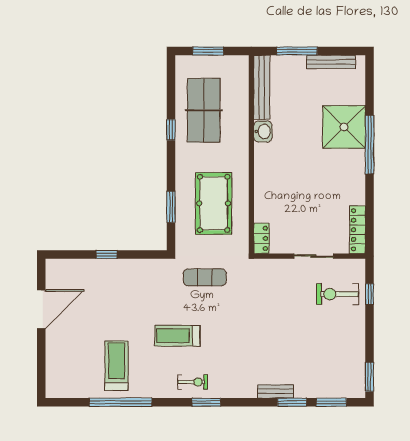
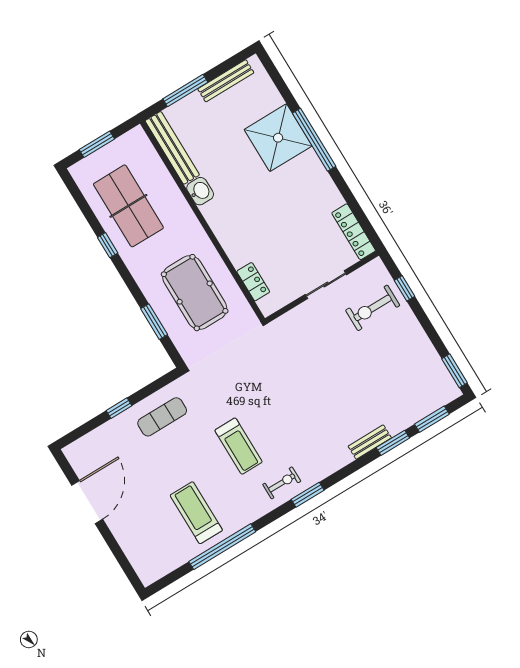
locker: (261, 238) -> (253, 282), moved
exercise mat: (205, 277) -> (162, 417), moved
treadmill: (177, 336) -> (239, 446), turned -90

